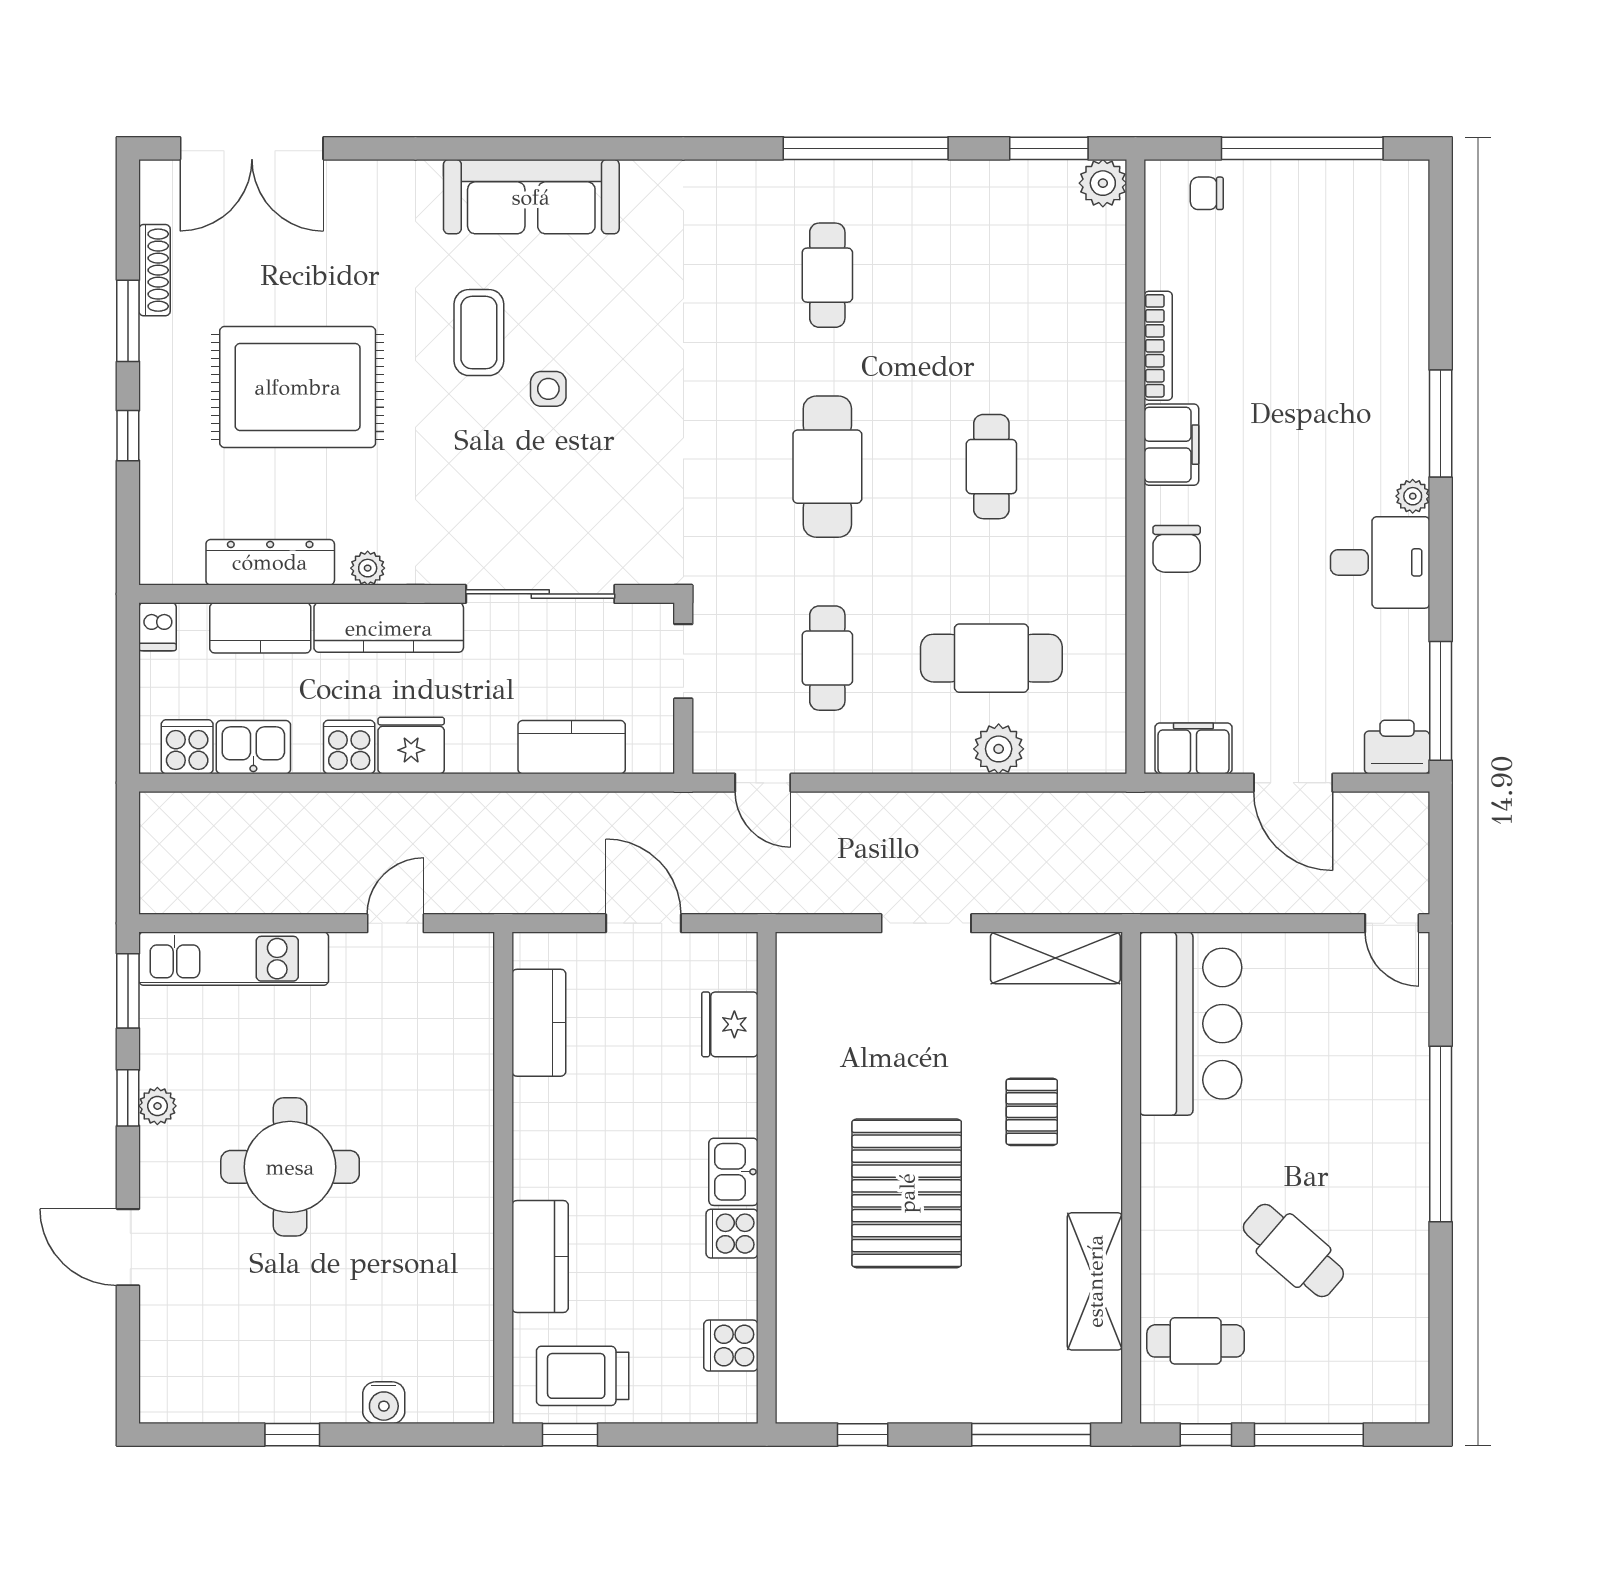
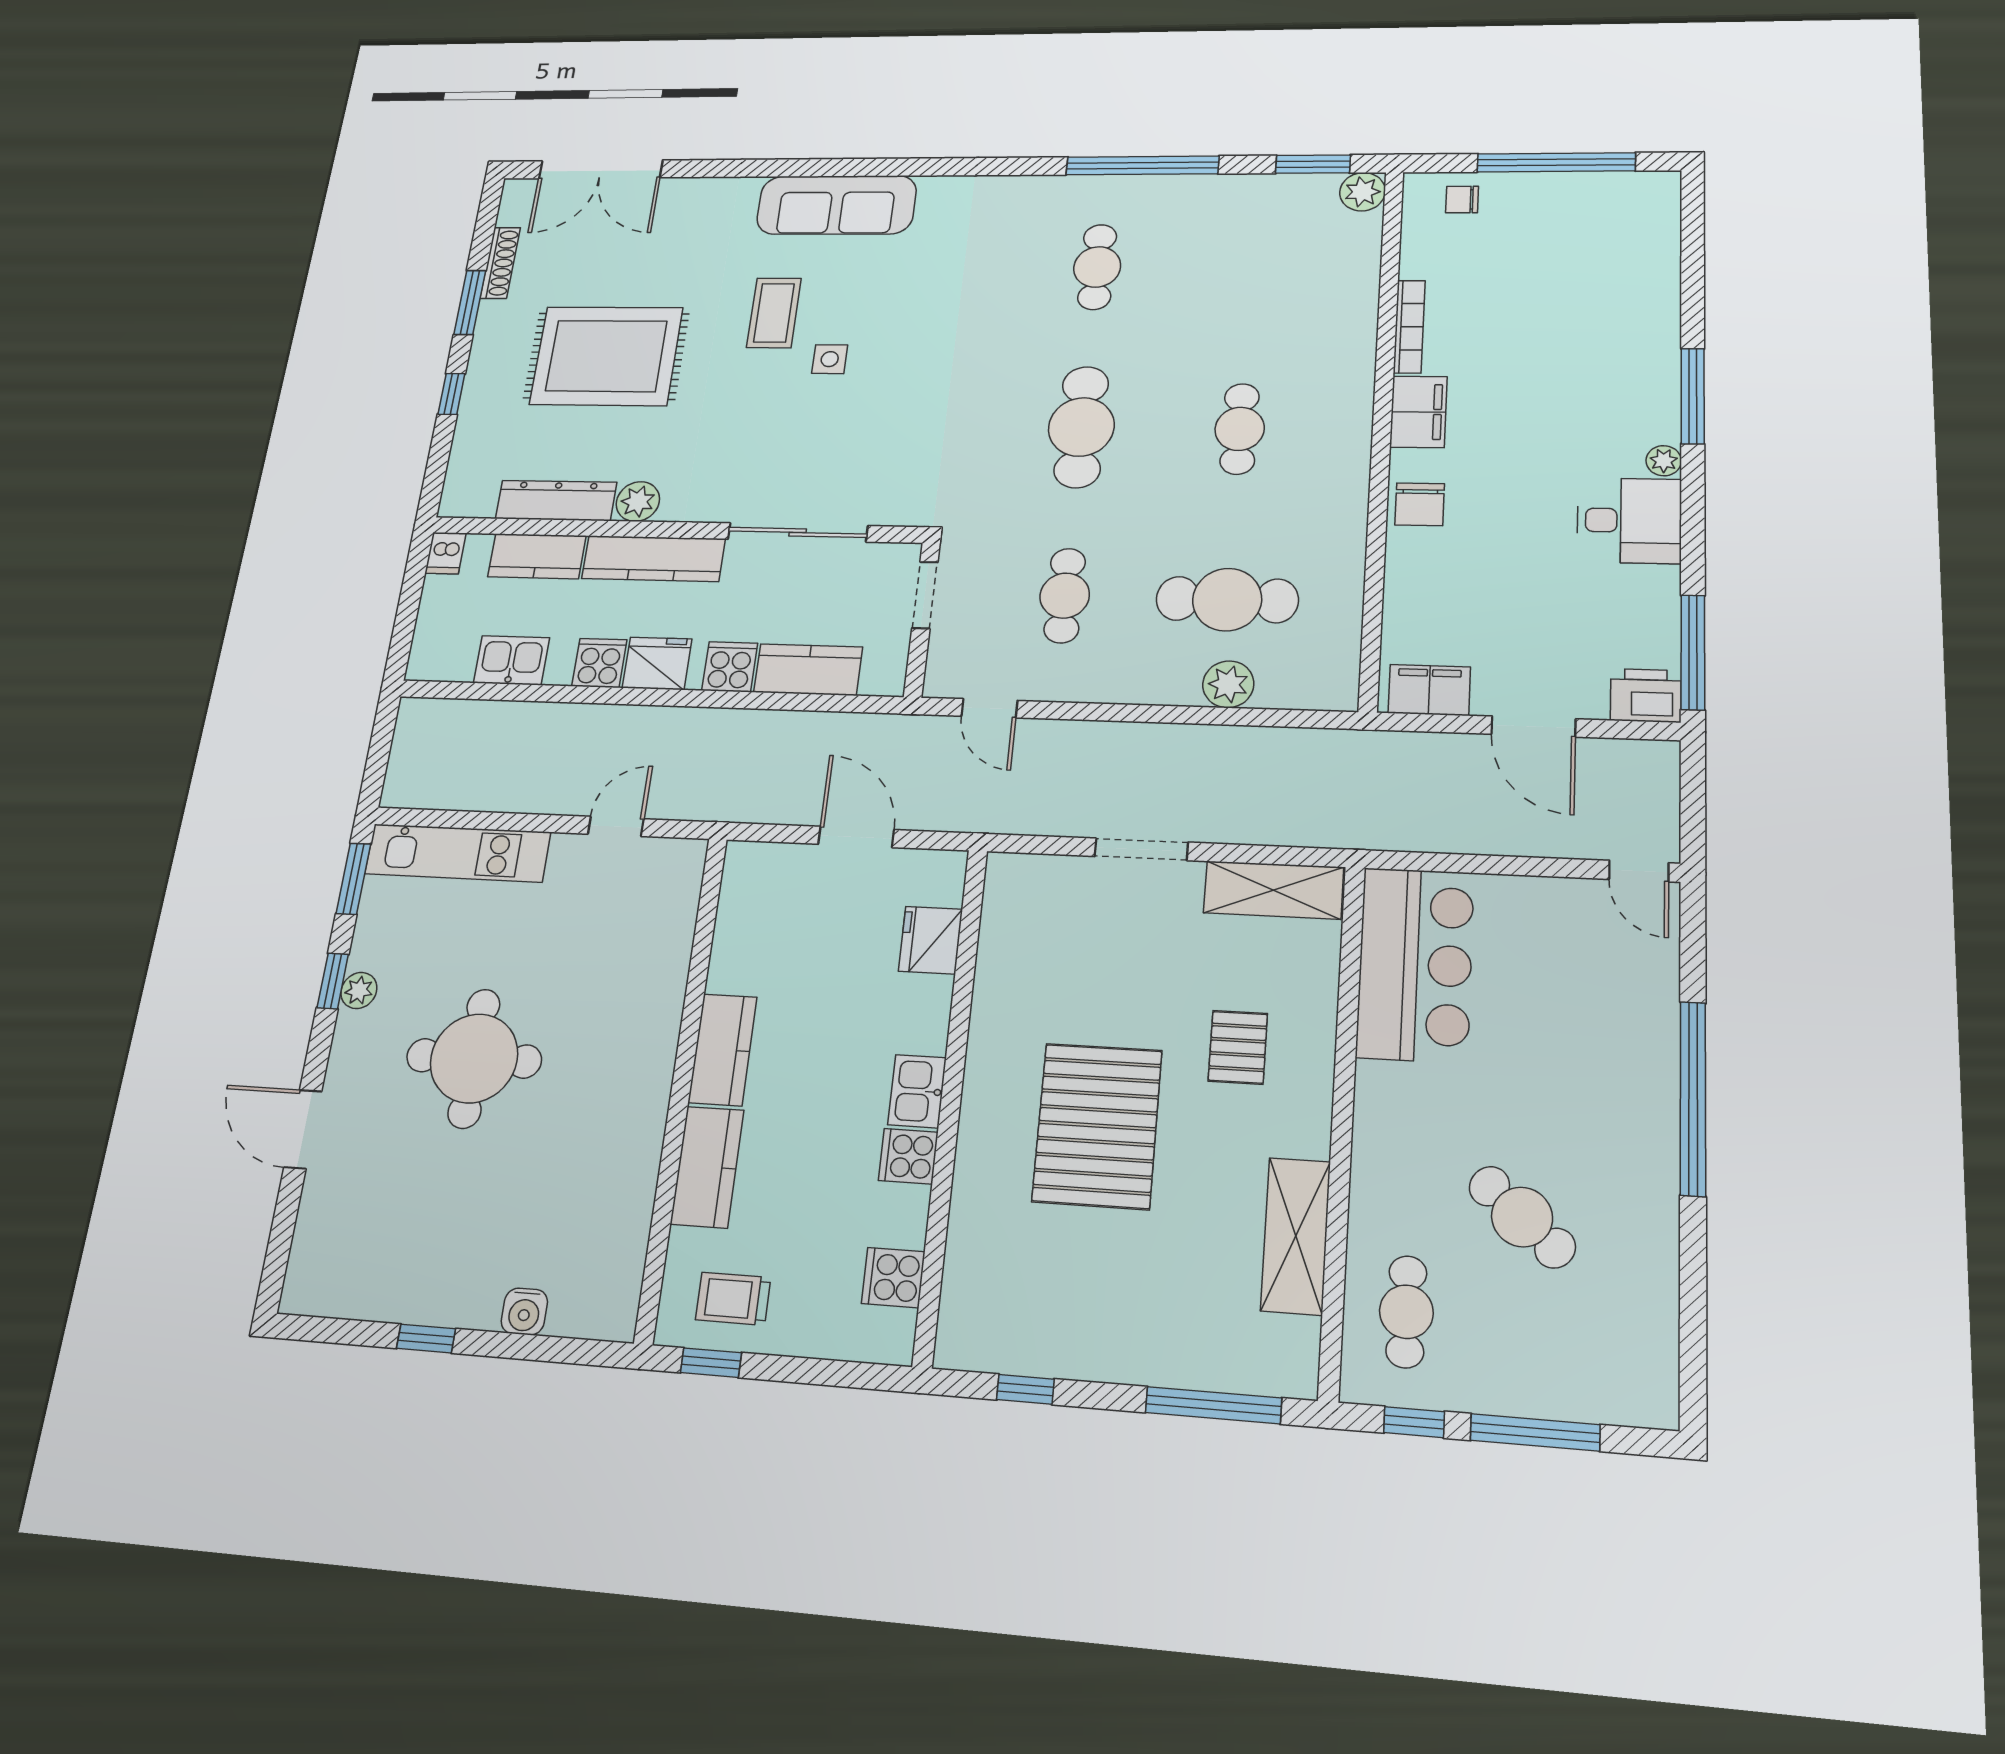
plant: (368, 568) -> (638, 502), width x1.38, depth x1.38
cooker: (187, 747) -> (730, 667), moved
kitchen counter: (539, 1023) -> (723, 1050), moved
cafe table: (1196, 1341) -> (1406, 1312), turned 90
trolley: (583, 1376) -> (733, 1299), width x0.73, depth x0.72

